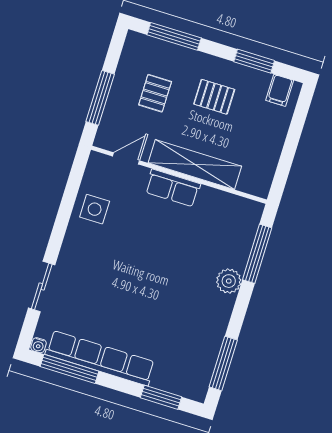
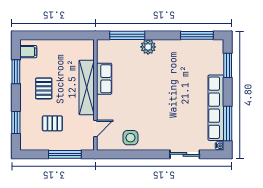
window: (174, 36) -> (16, 123), width x0.69
door: (126, 158) -> (95, 129), swing flipped
row of seats: (173, 188) -> (104, 79), moved

